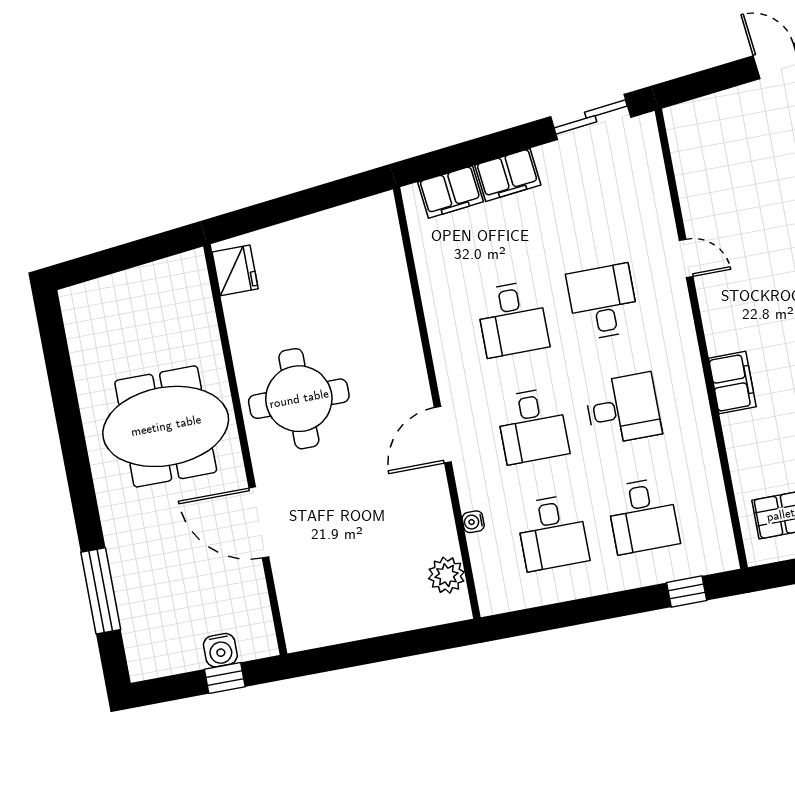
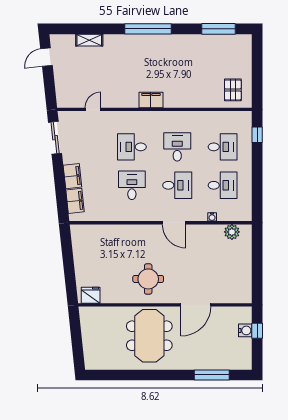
door: (686, 258) -> (93, 109), moved
desk: (512, 319) -> (132, 185), turned -90
filing cabinet: (732, 382) -> (151, 100), moved
round table: (299, 399) -> (148, 279), width x0.73, depth x0.73

